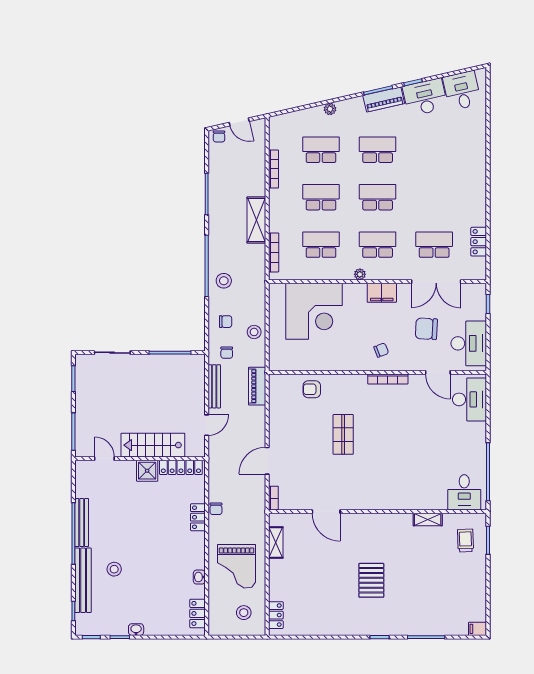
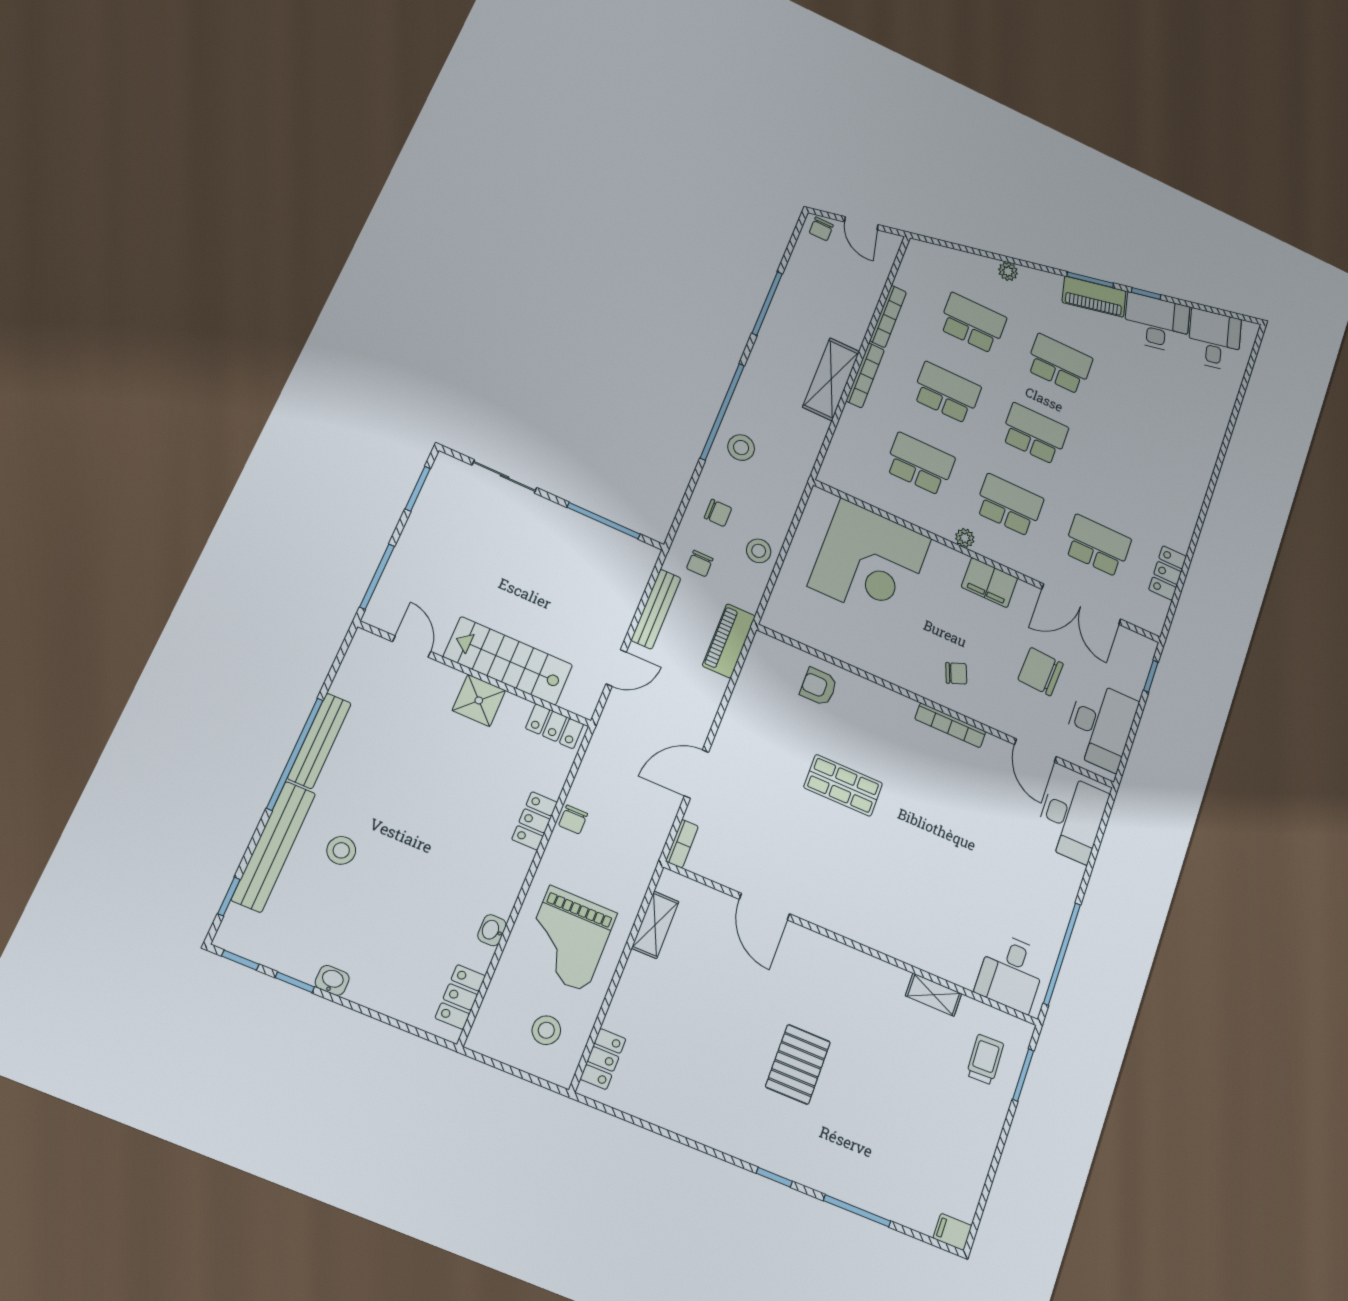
bookcase: (274, 252) -> (865, 375), moved
shop shelf: (343, 434) -> (843, 785), turned 90
locker: (181, 467) -> (555, 726), width x0.66

